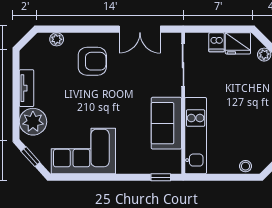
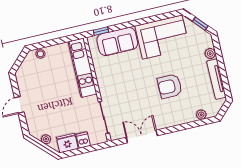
armchair: (92, 61) -> (170, 86), moved
tv unit: (27, 88) -> (216, 79), width x1.41
plant: (33, 122) -> (210, 54), width x0.53, depth x0.53
sofa: (166, 123) -> (117, 42), moved, turned 90

